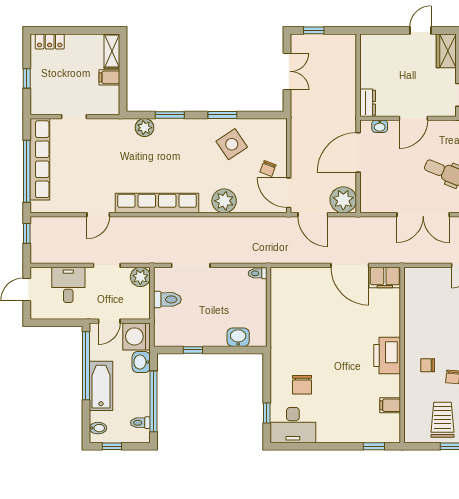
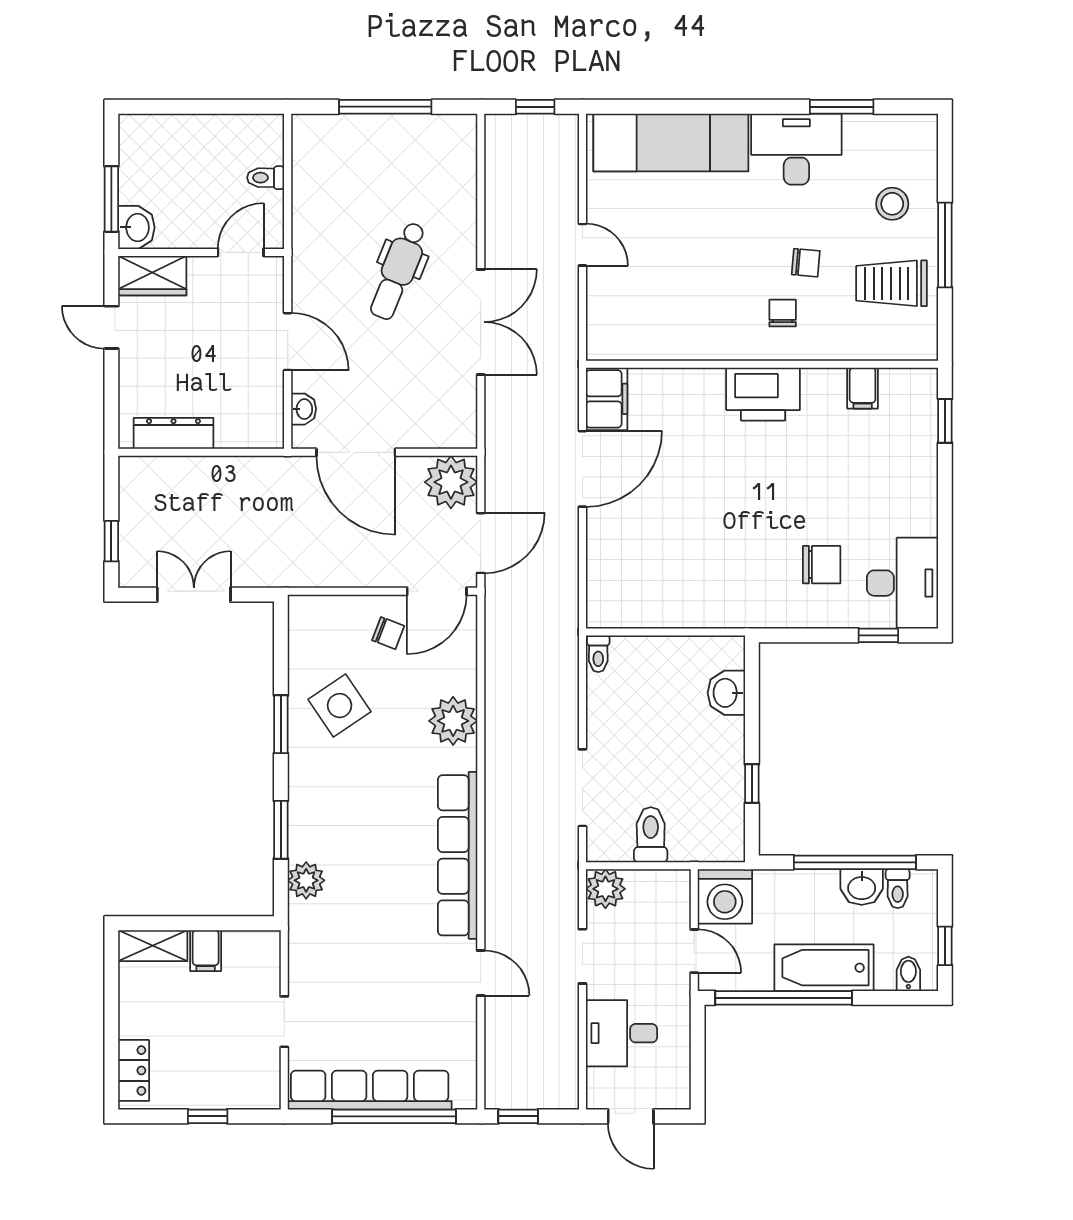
dresser: (368, 103) -> (173, 433), moved, width x1.44
washbasin: (141, 362) -> (862, 887), moved
chair: (428, 365) -> (783, 313), turned 180

